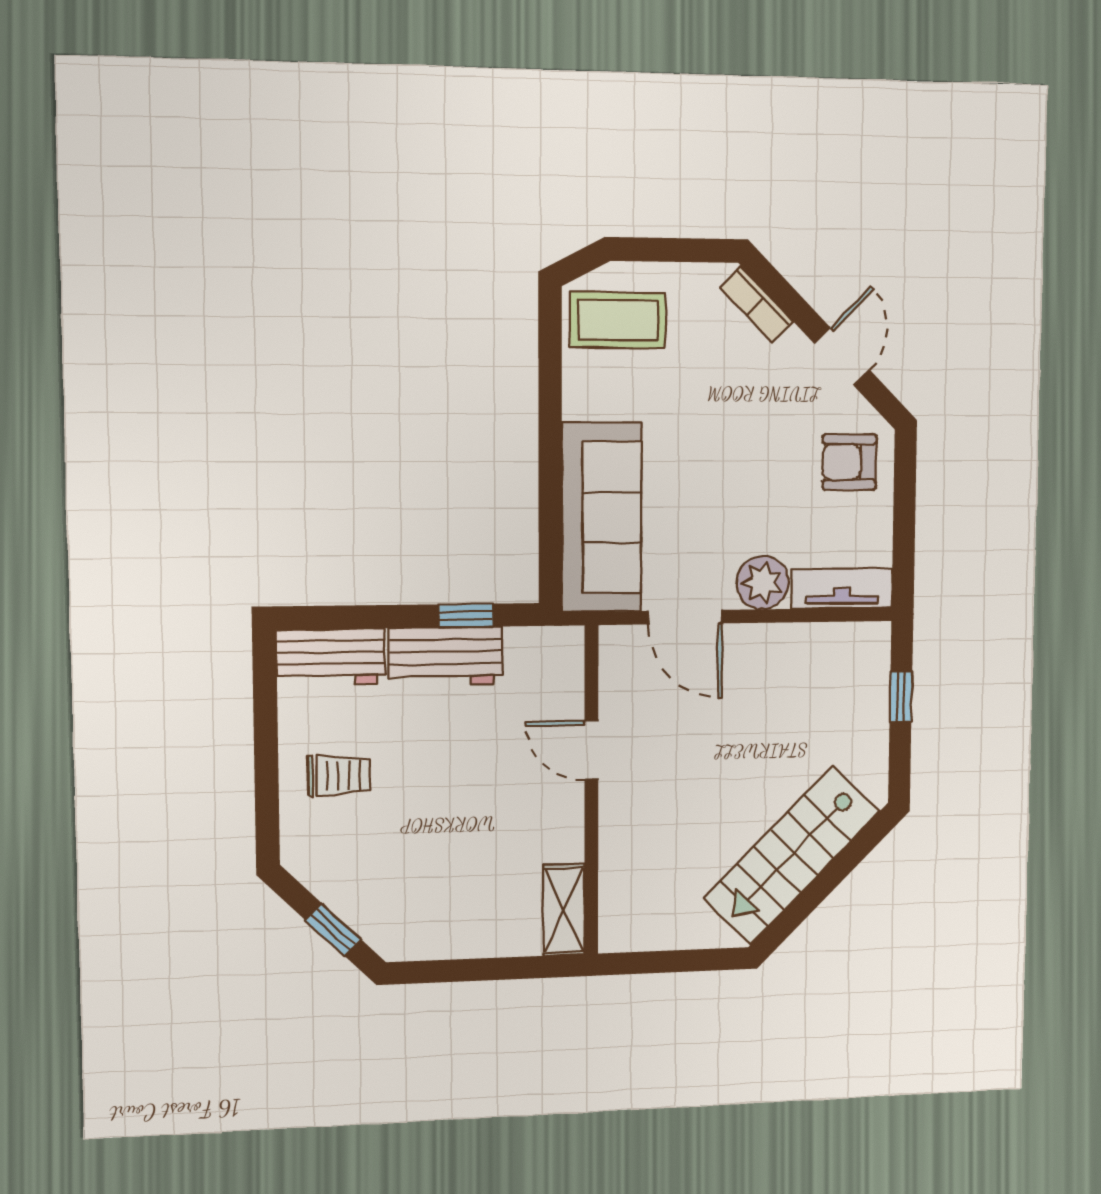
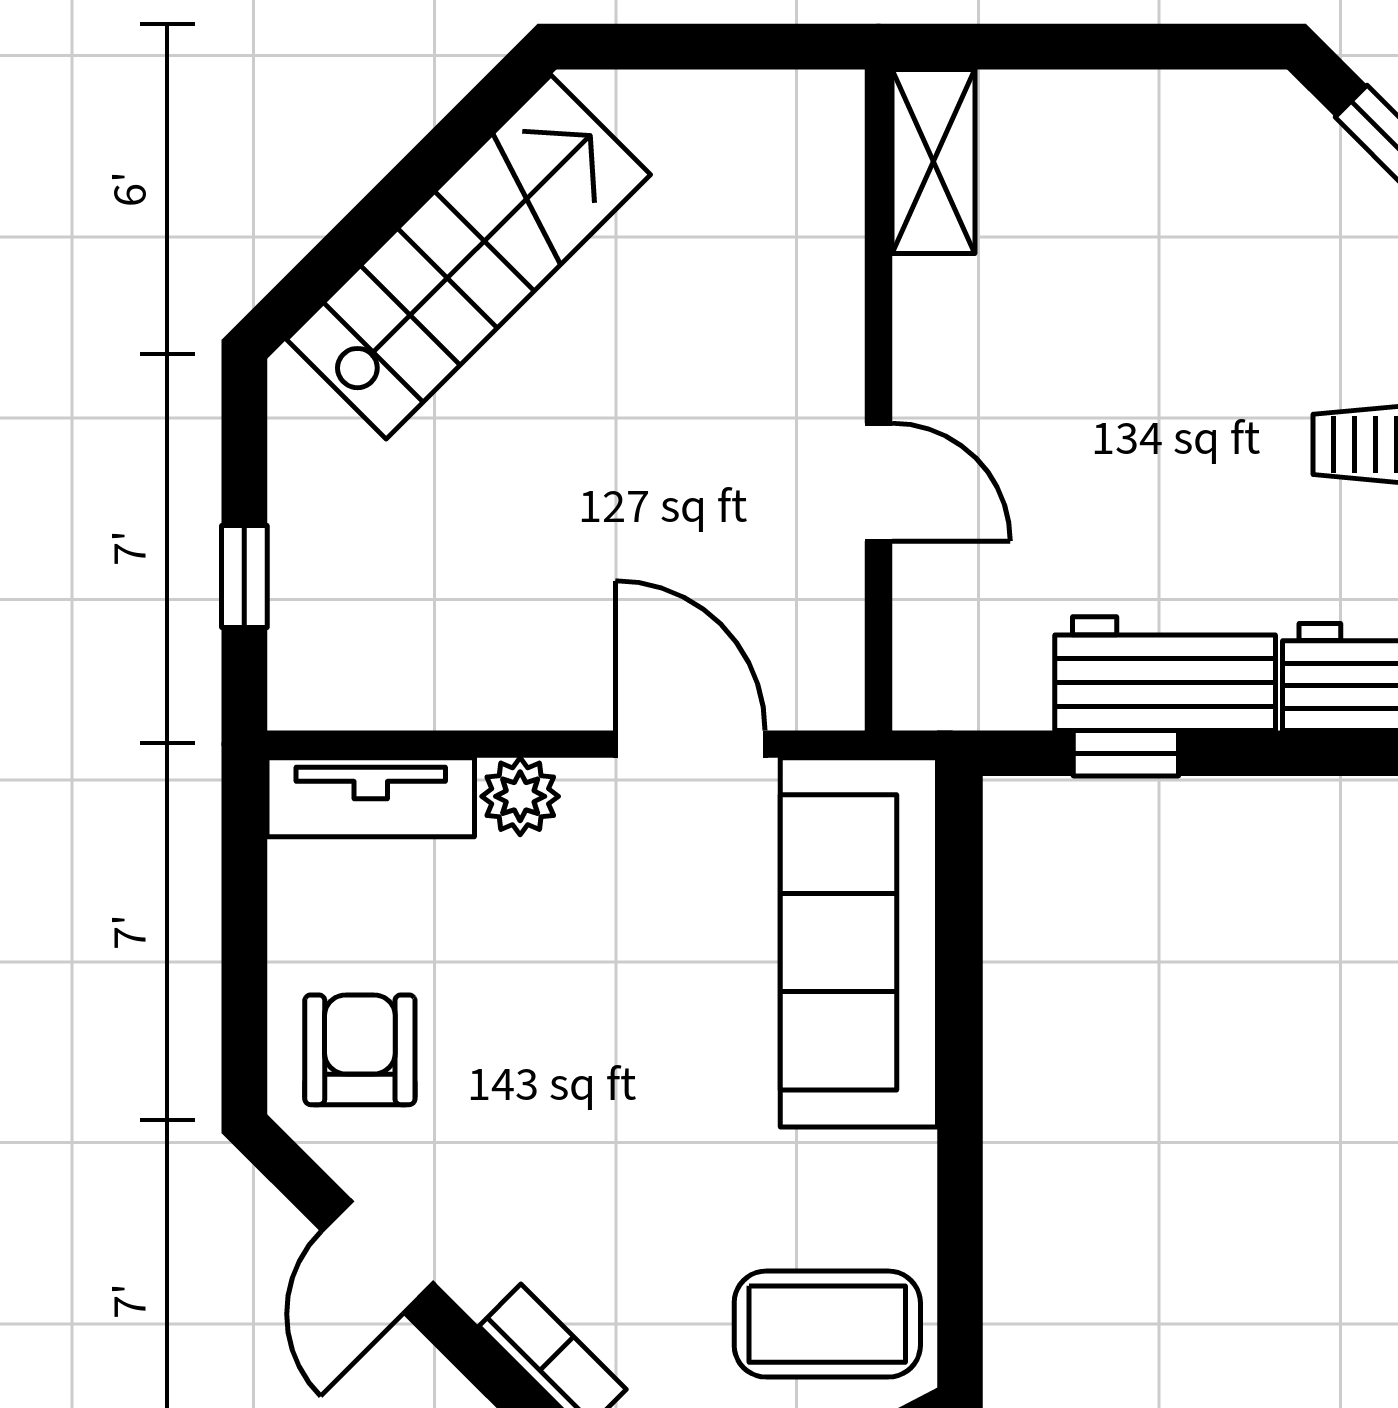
armchair: (849, 462) -> (360, 1050), turned -90
plant: (762, 583) -> (520, 796), width x0.73, depth x0.73

